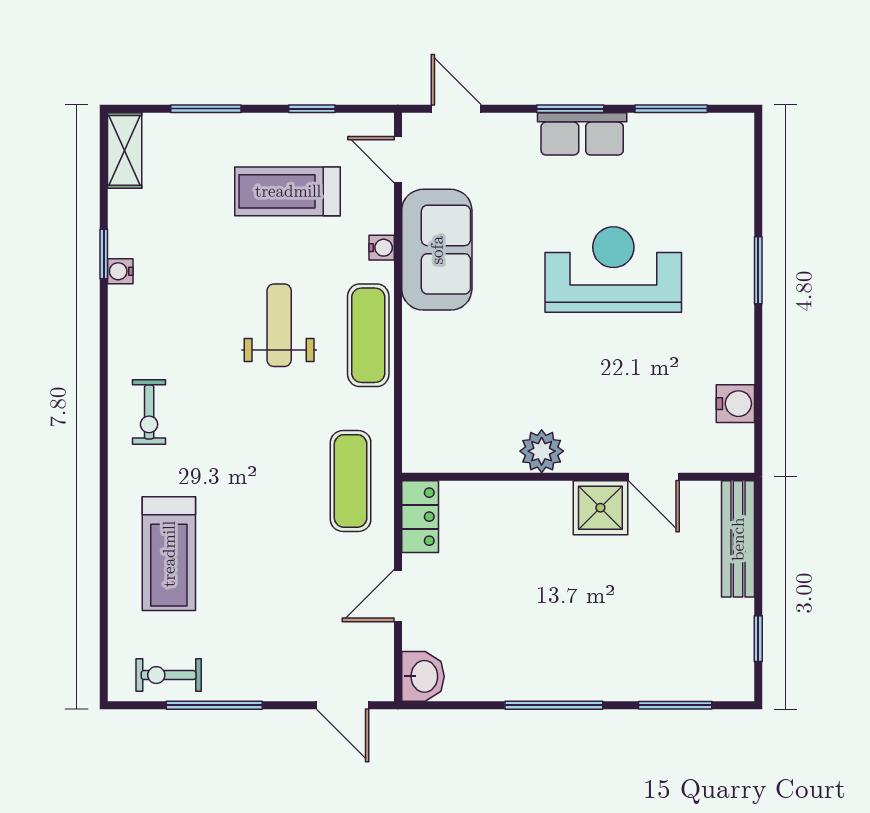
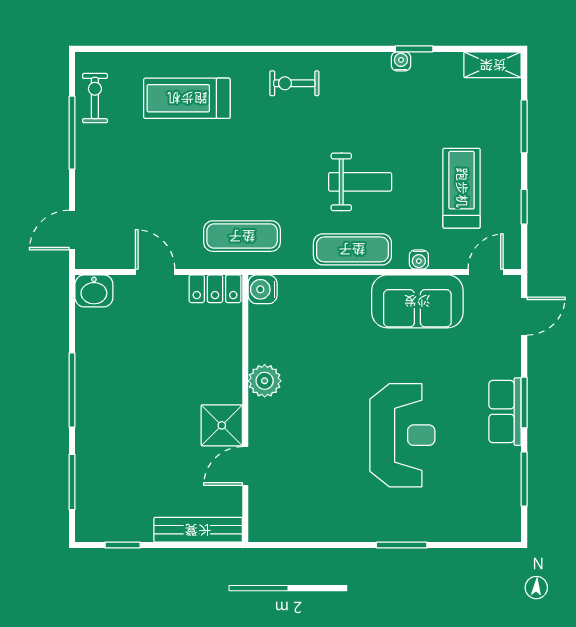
water cooler: (735, 404) -> (263, 289), moved, turned 90

